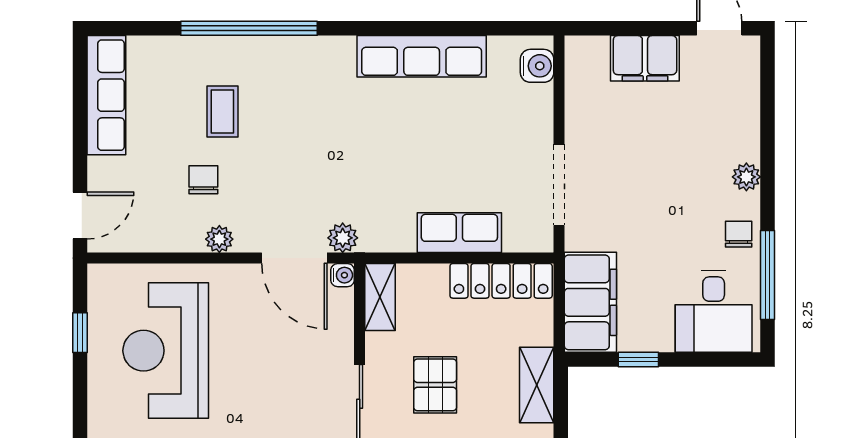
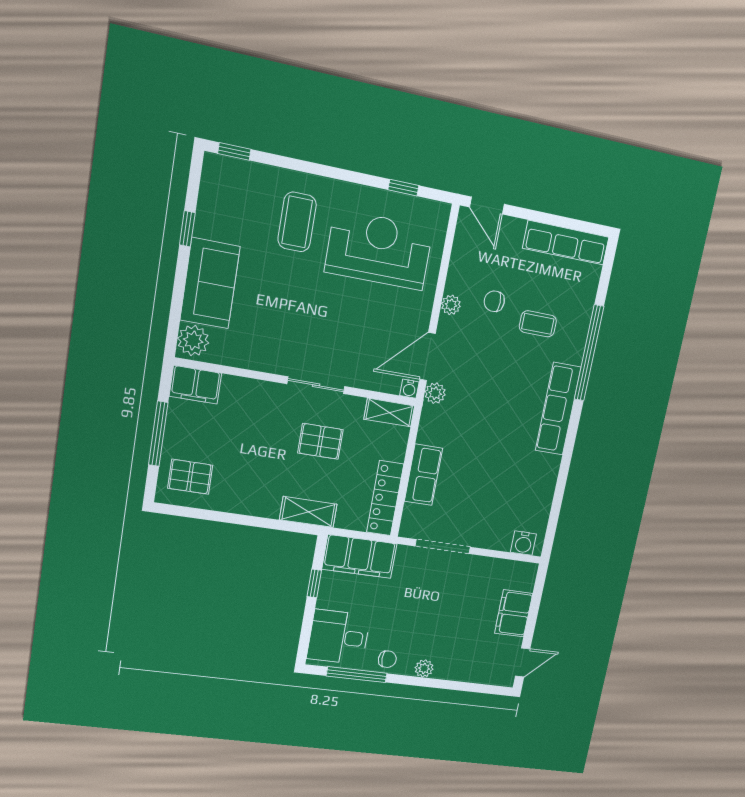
row of seats: (422, 56) -> (558, 409), moved
chair: (203, 180) -> (494, 301), turned 180

